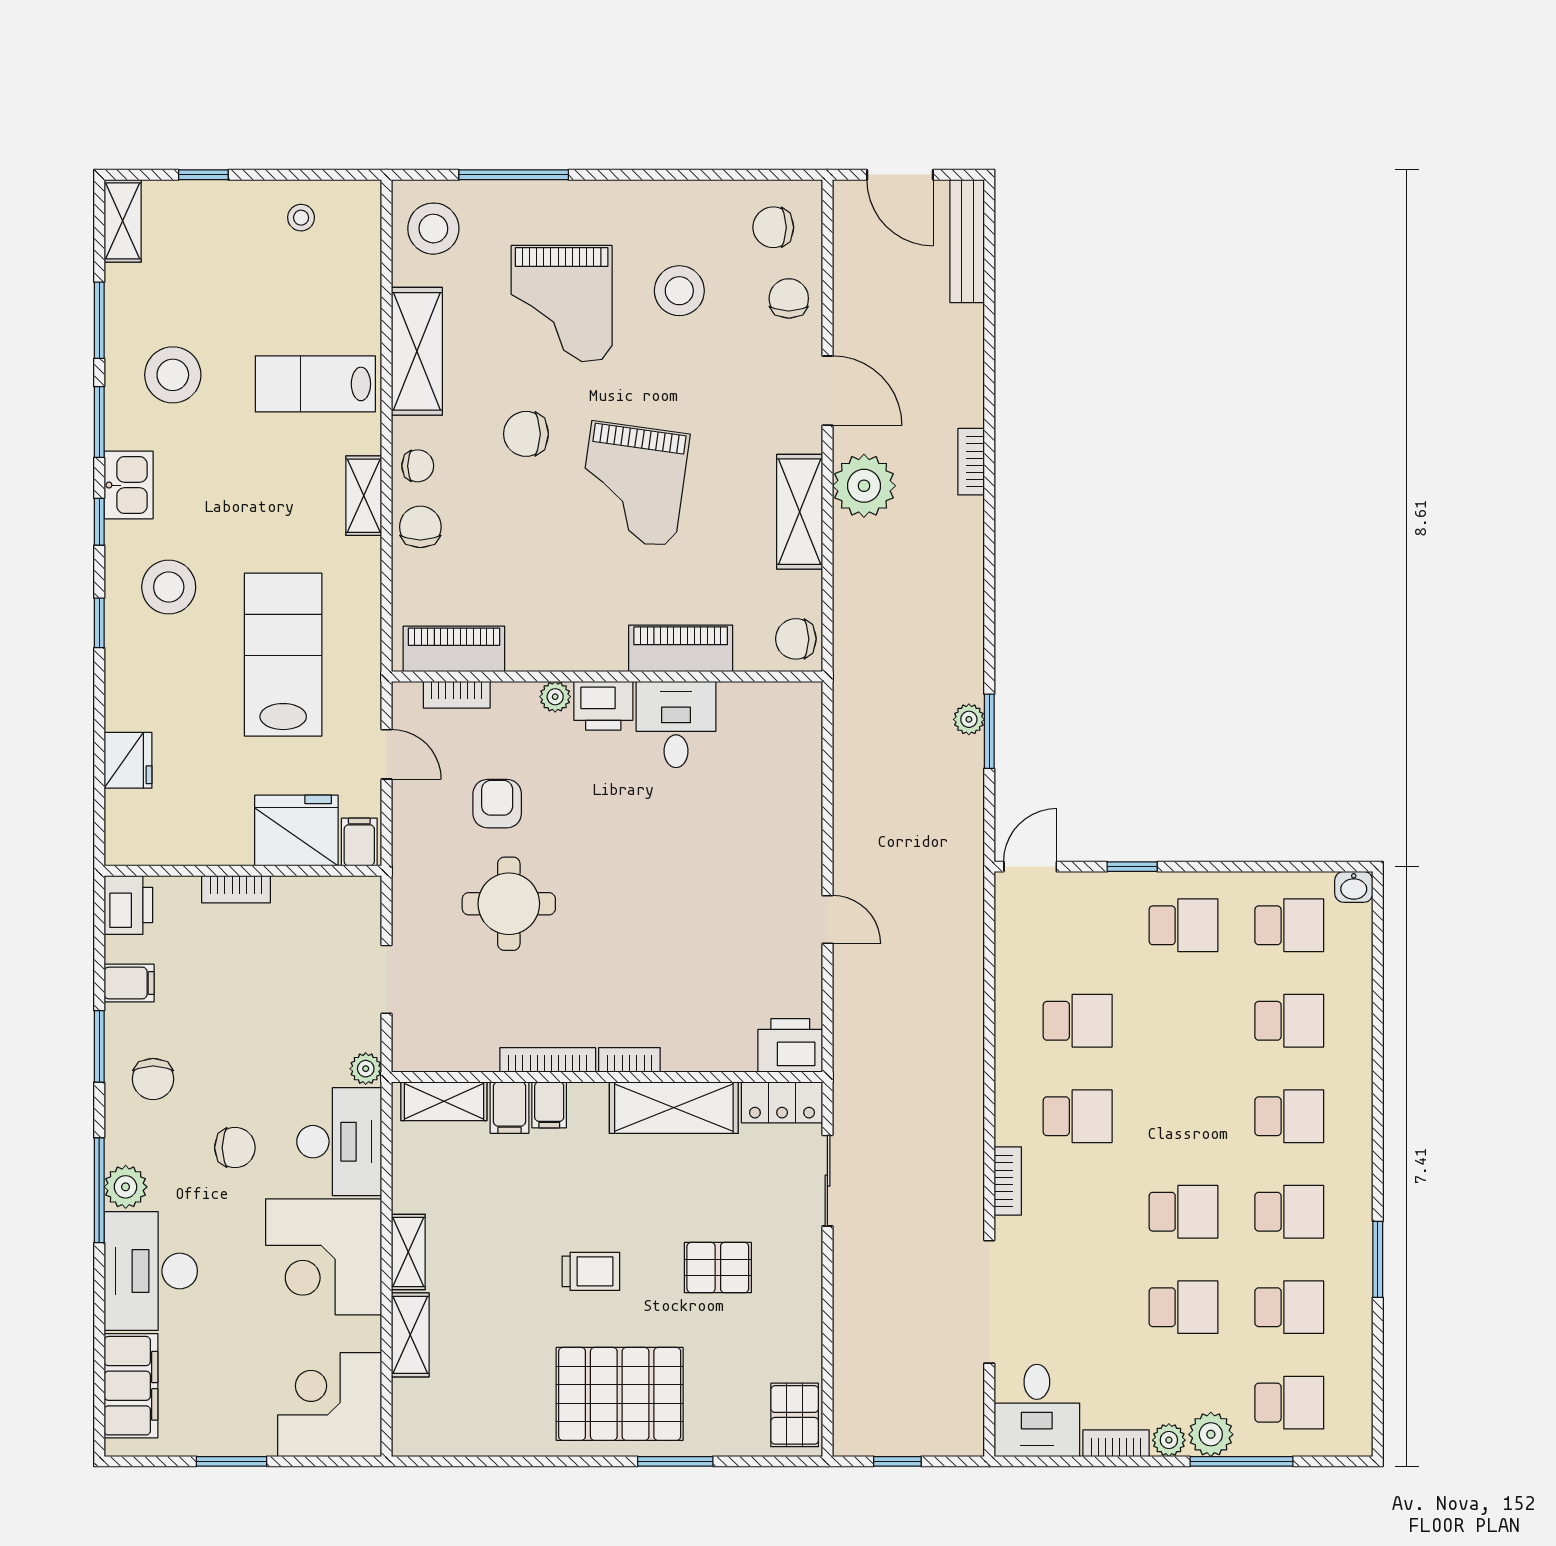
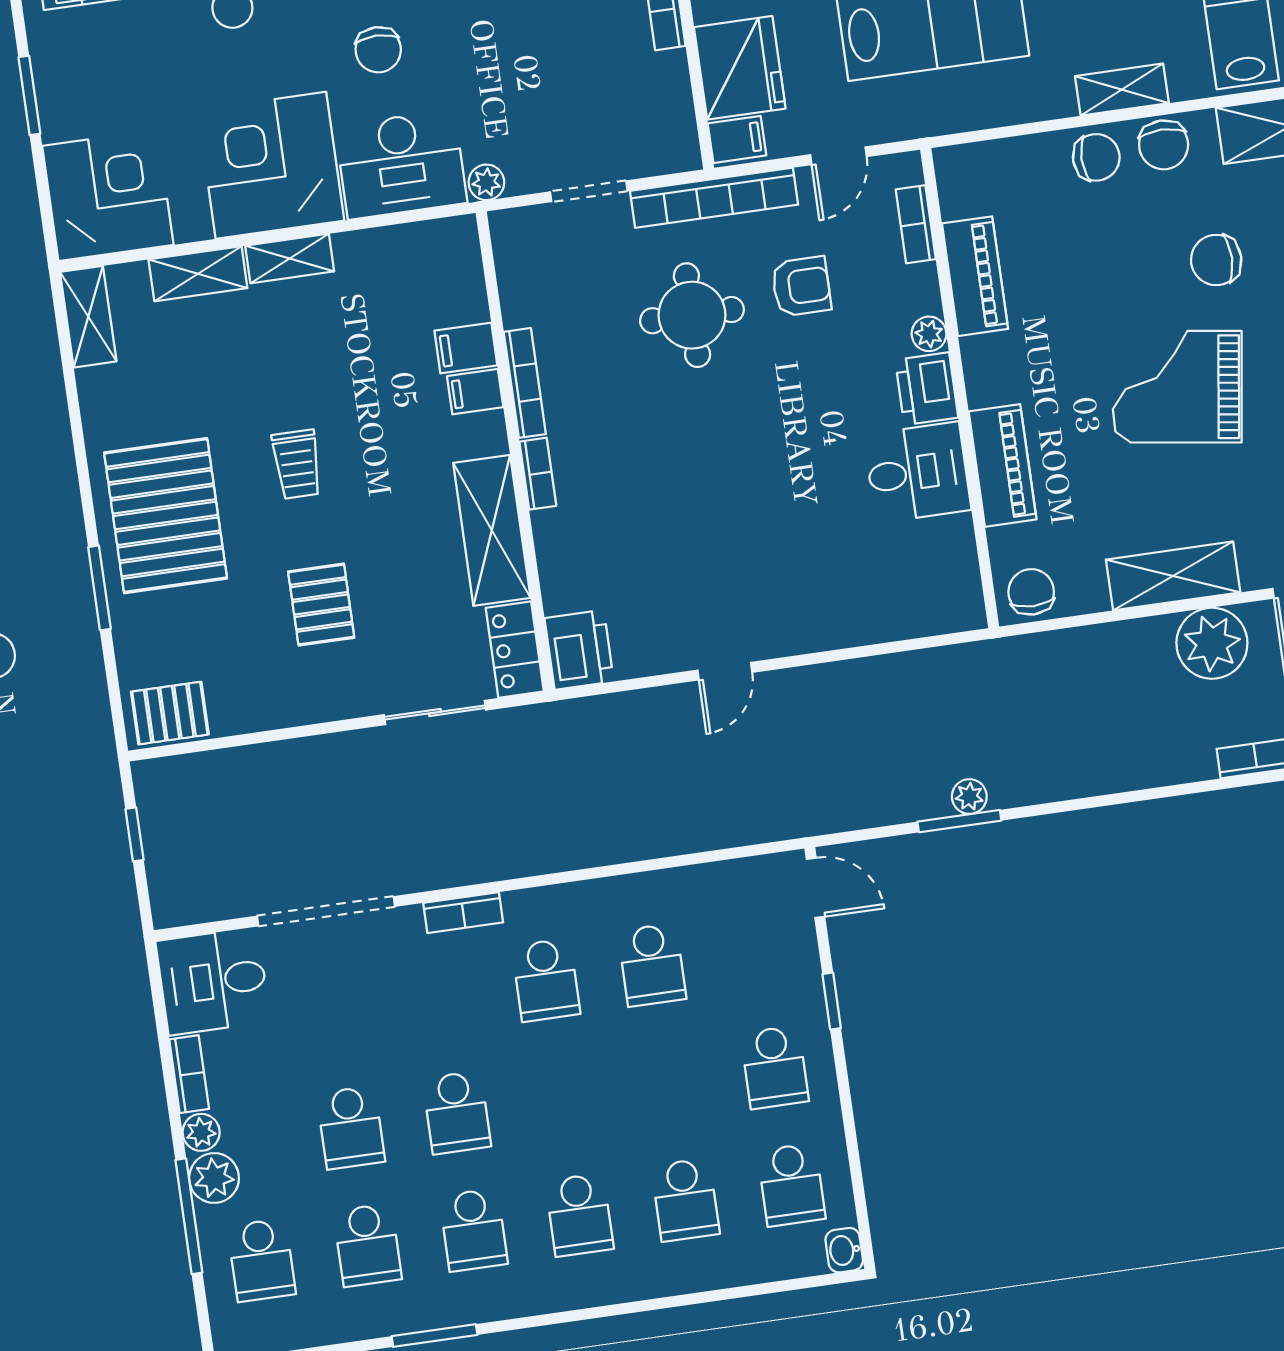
chair: (526, 434) -> (1216, 260), turned -90
chair: (418, 466) -> (1164, 145), width x1.37, depth x1.37
piano: (454, 649) -> (975, 276), moved
bookcase: (408, 870) -> (714, 198), added
shelving: (444, 1101) -> (88, 317), moved

